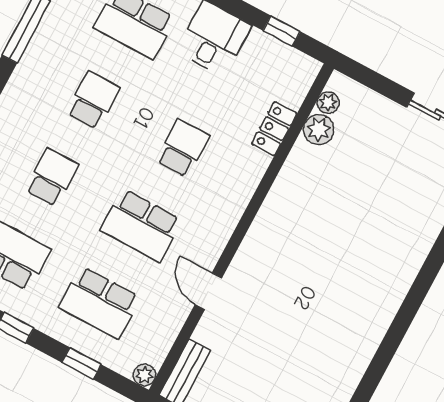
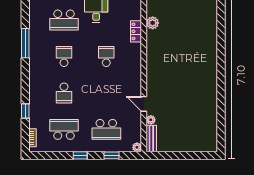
plant: (328, 103) -> (151, 120), moved
school desk: (52, 177) -> (64, 93), turned 180
school desk: (141, 225) -> (106, 93), removed

